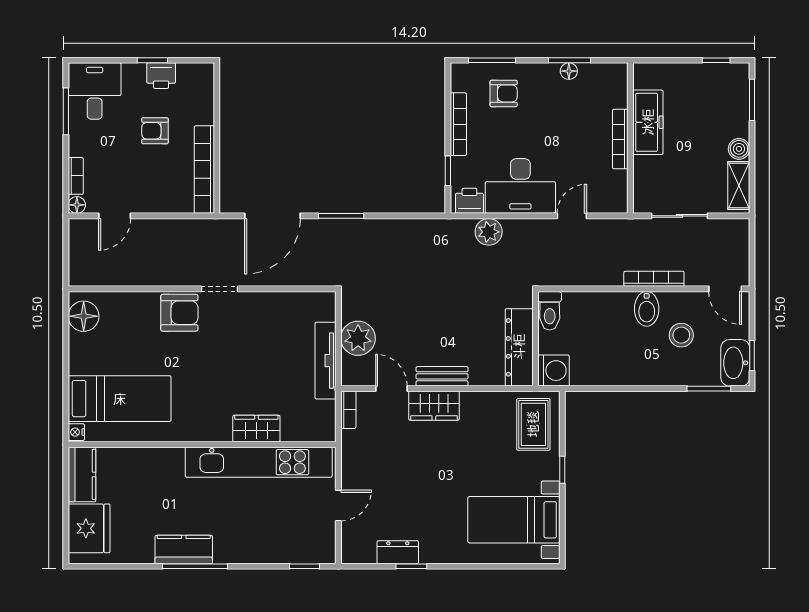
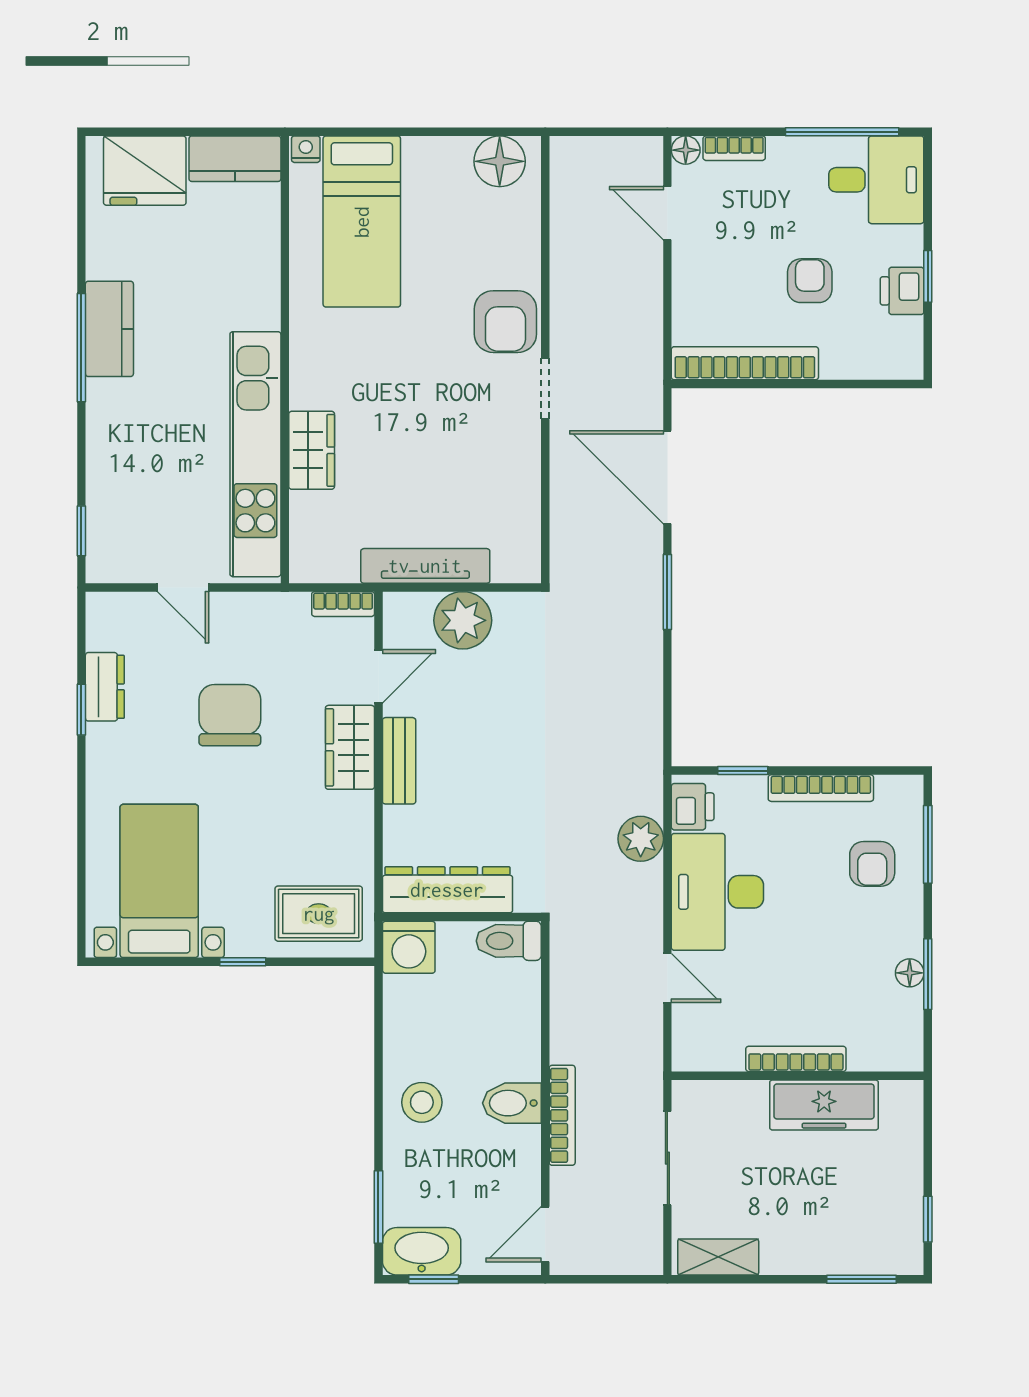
window: (66, 111) -> (842, 132), width x1.44
boiler: (739, 149) -> (780, 1257), removed
stool: (681, 335) -> (422, 1102), moved
chair: (415, 478) -> (230, 715), added

